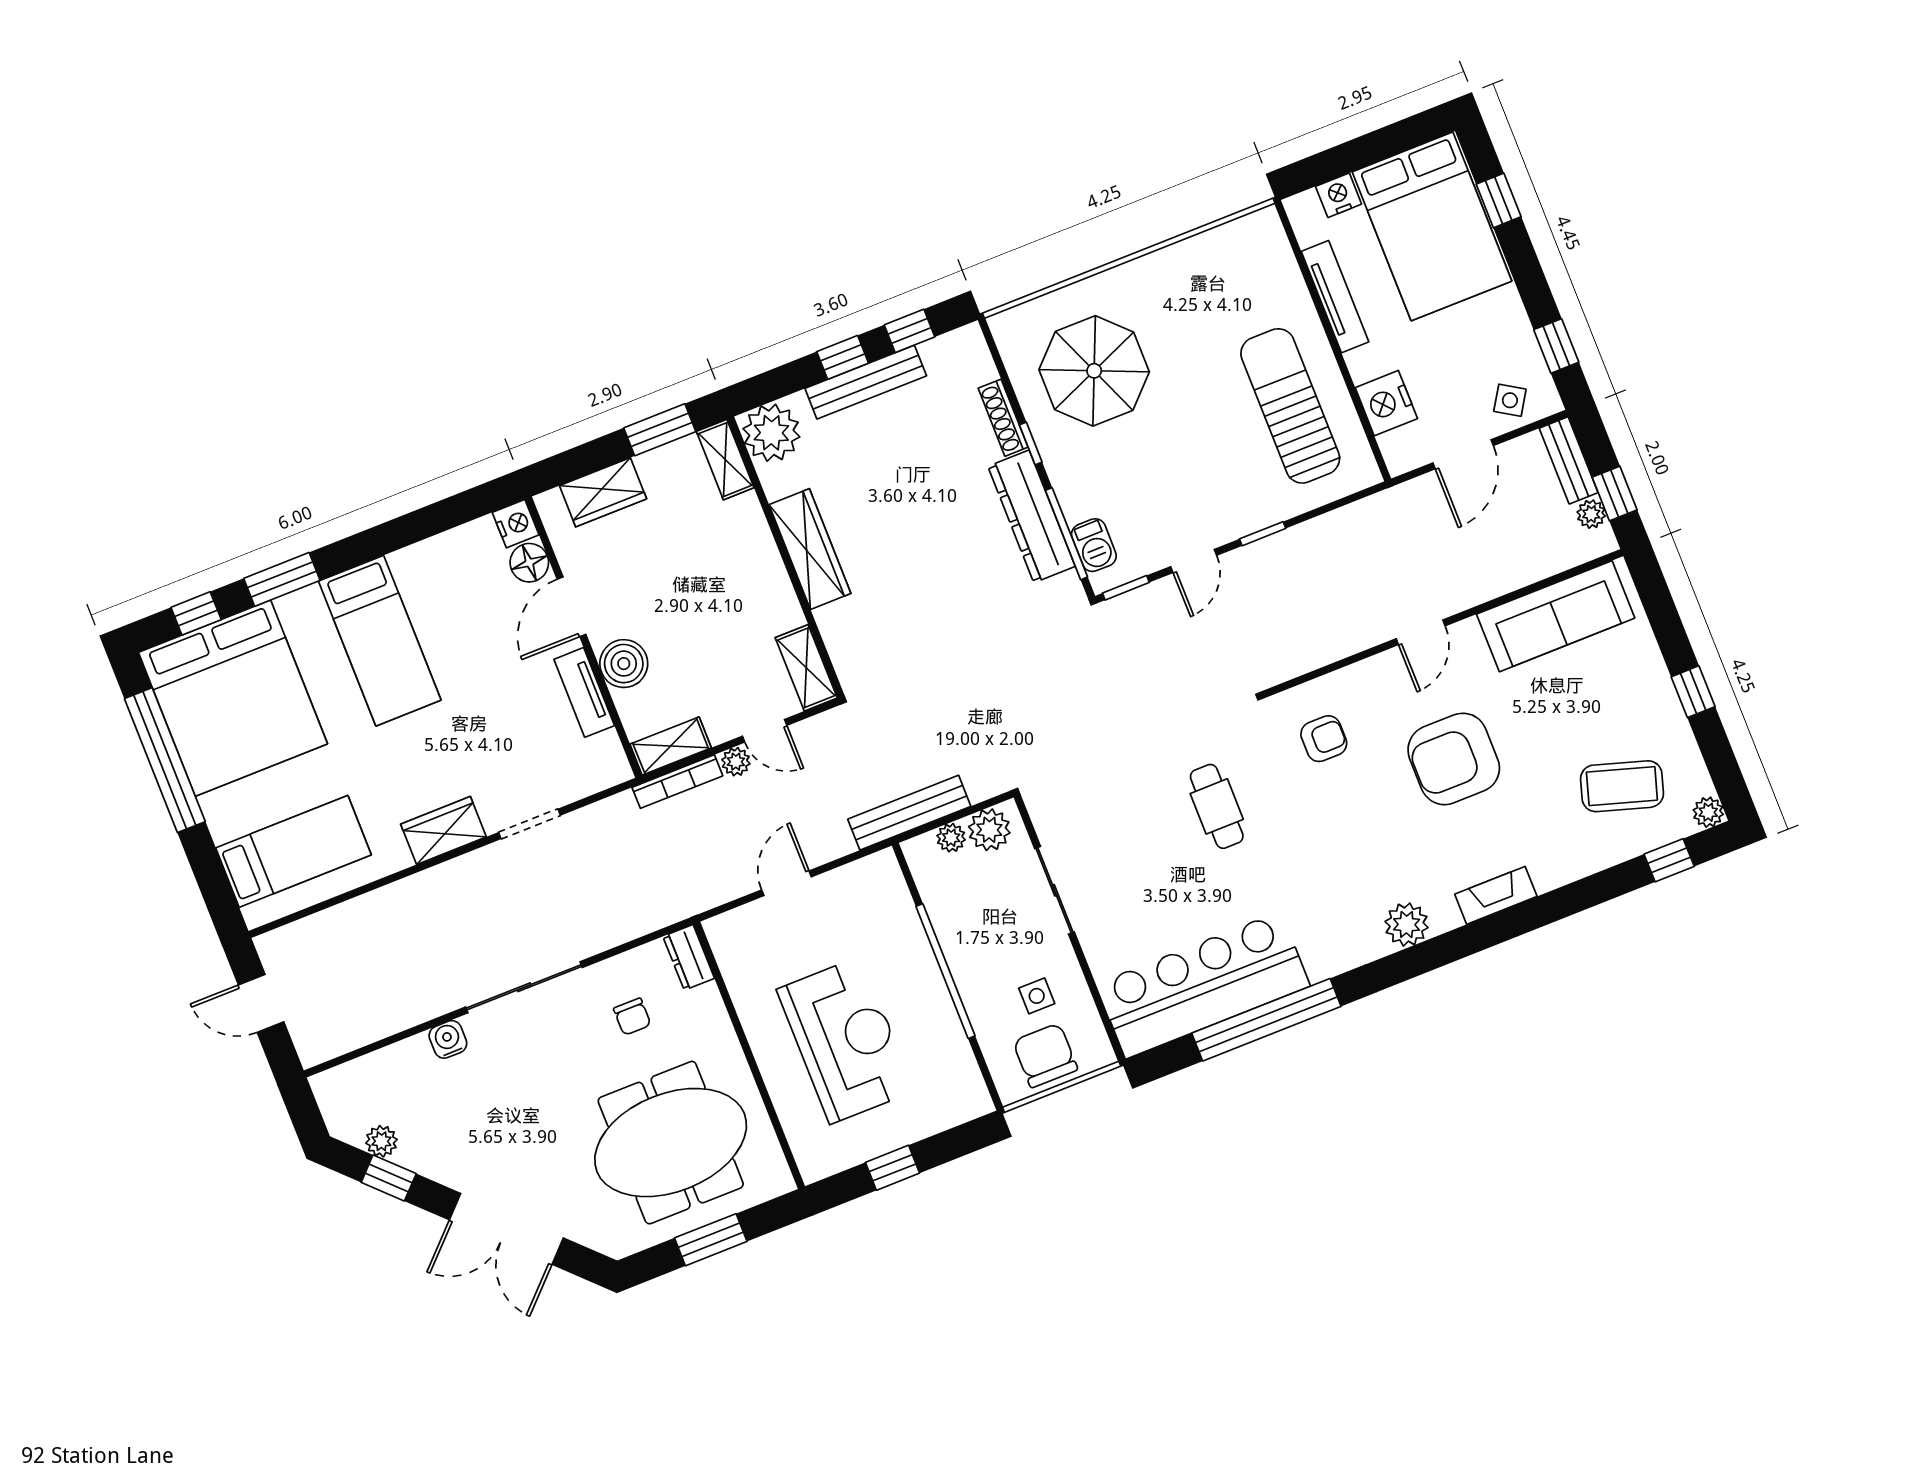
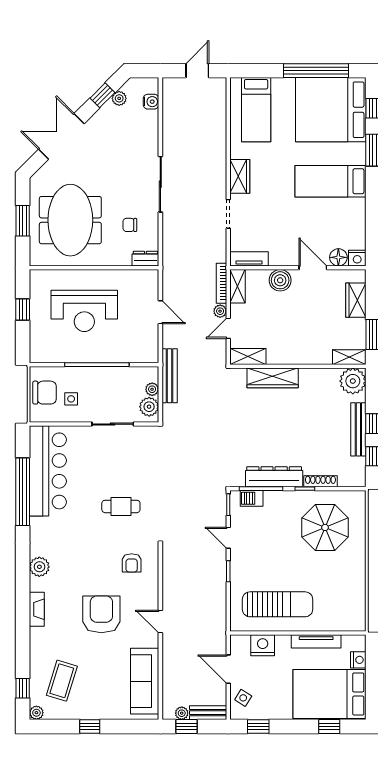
wardrobe: (810, 549) -> (273, 378), moved
tv unit: (584, 692) -> (249, 259), moved
water cooler: (448, 1039) -> (151, 102), moved

